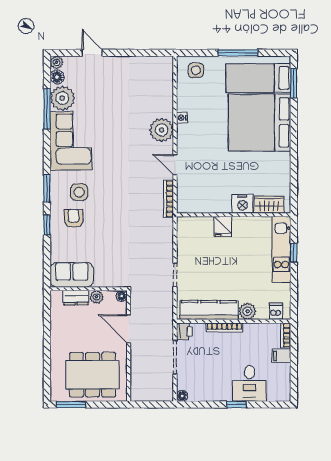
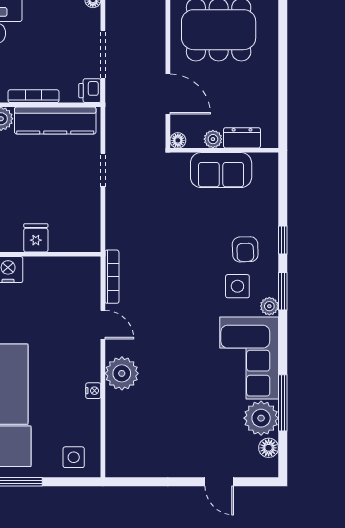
plant: (56, 62) -> (269, 306), moved
sofa: (72, 275) -> (221, 170), moved

